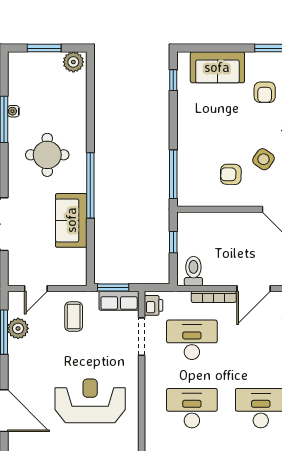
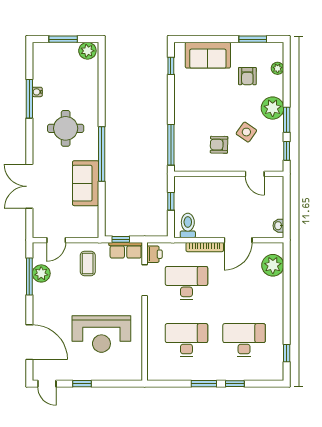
window: (113, 288) -> (121, 239), width x0.67
reception desk: (90, 401) -> (101, 334), turned 180

